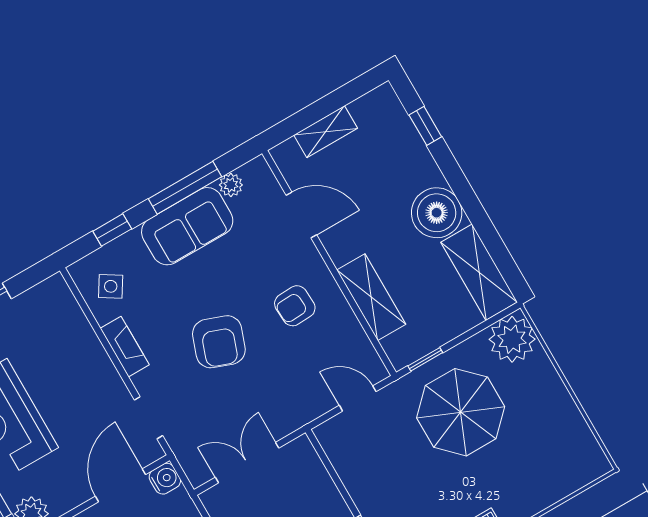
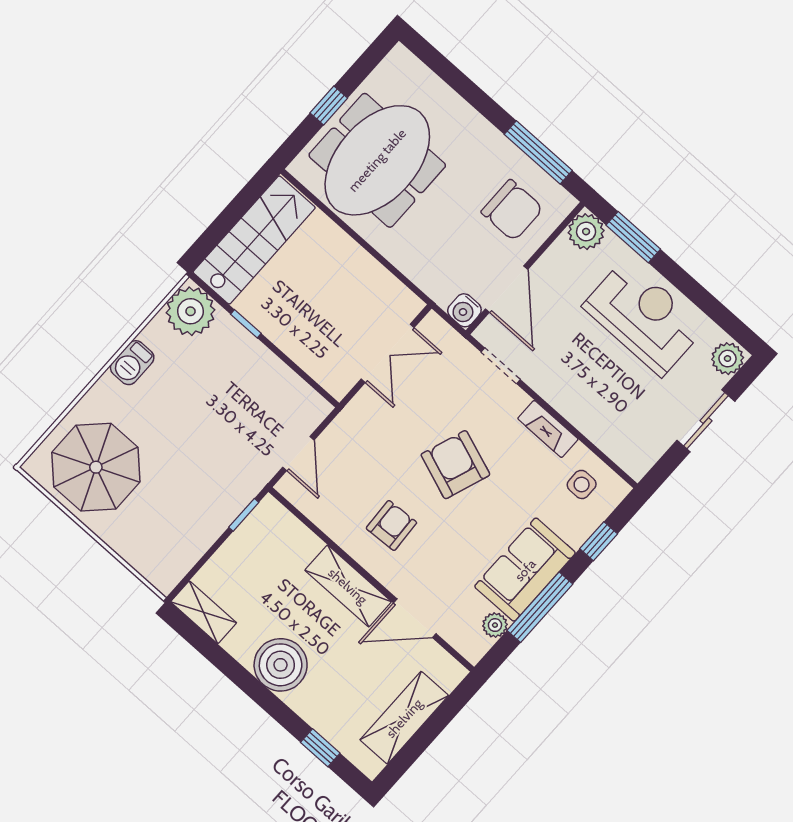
shelving: (326, 132) -> (404, 718), width x1.50, depth x1.33
shelving: (479, 272) -> (204, 612), width x0.67, depth x0.75
side table: (111, 286) -> (582, 484), turned -32
shelving: (371, 297) -> (348, 586), moved
plant: (512, 339) -> (164, 563), removed
door: (358, 398) -> (298, 454), hinge flipped
parasol: (461, 412) -> (96, 467), moved

